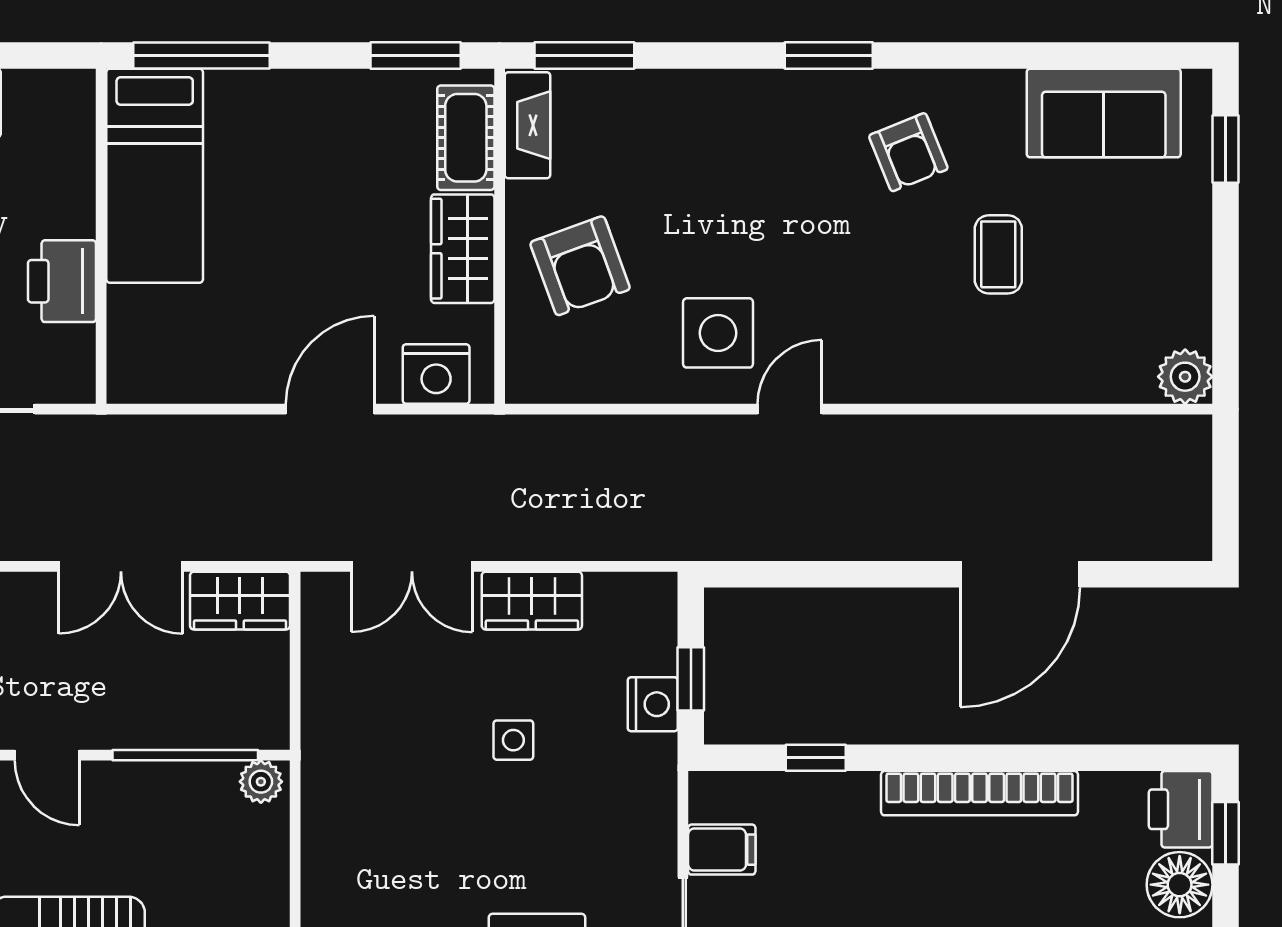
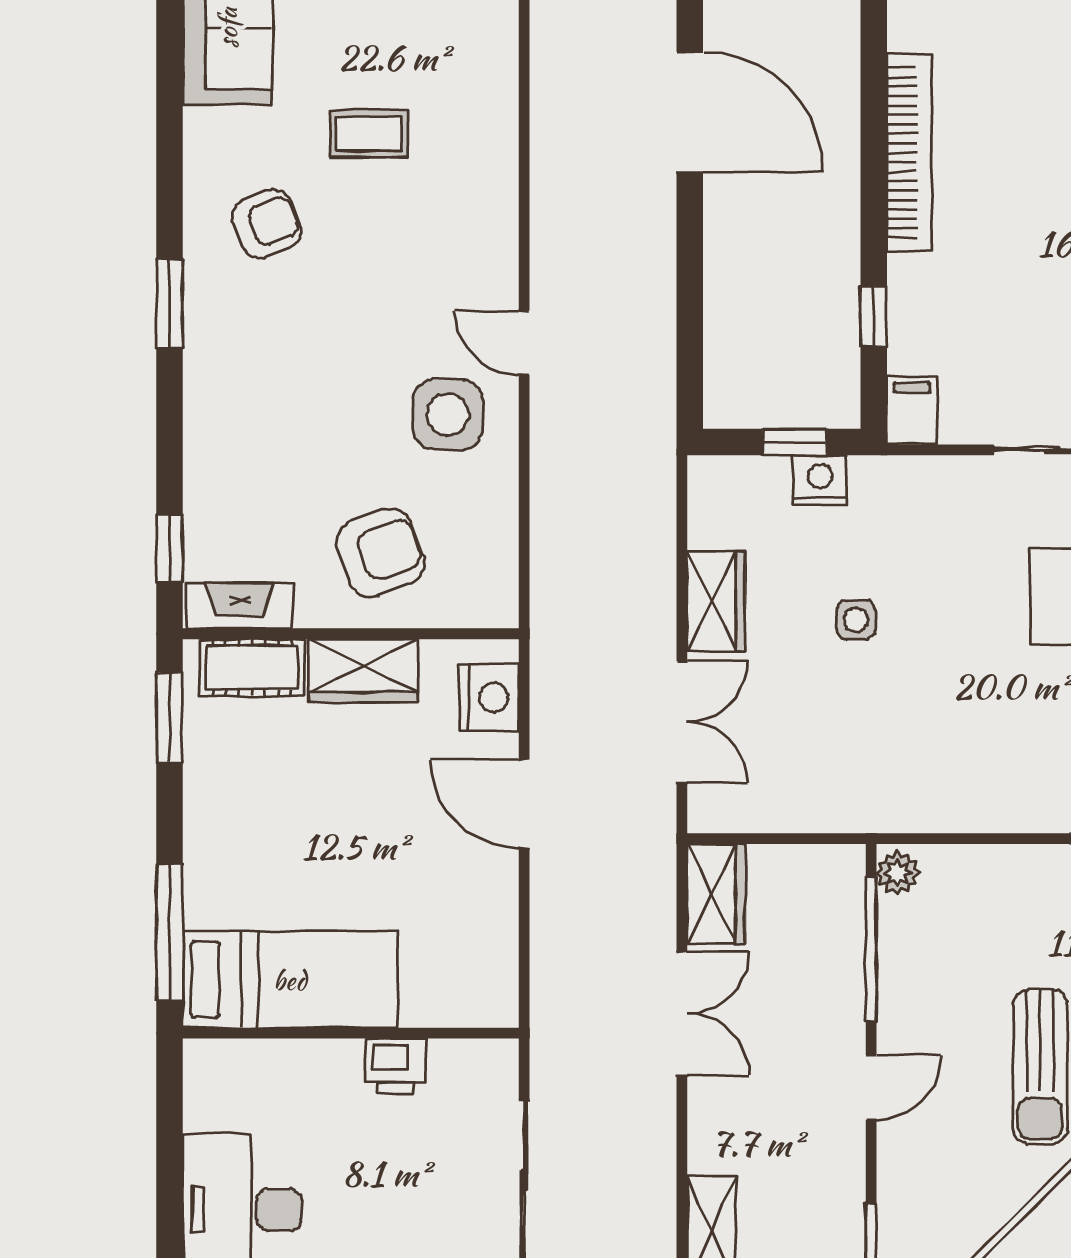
window: (584, 55) -> (170, 549), width x0.67
printer: (62, 281) -> (396, 1066), width x0.73, depth x0.81
filing cabinet: (722, 850) -> (912, 411), moved

